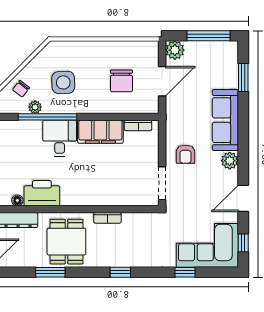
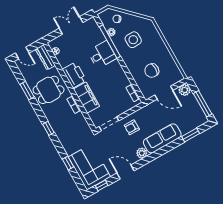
filing cabinet: (100, 132) -> (87, 98), moved, turned 180
printer: (42, 193) -> (74, 75), moved

